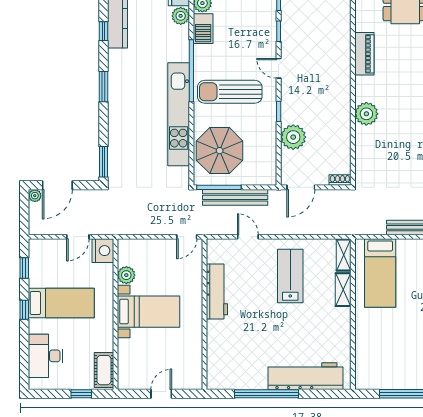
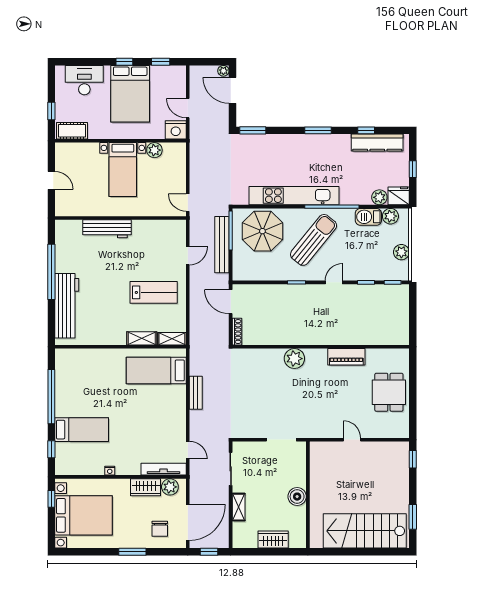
sun lounger: (230, 92) -> (314, 240), turned 39
plant: (293, 137) -> (274, 295), removed
shoe rack: (340, 180) -> (237, 332), width x1.43
workbench: (217, 291) -> (107, 229), moved
bed: (61, 303) -> (130, 94), width x1.50

